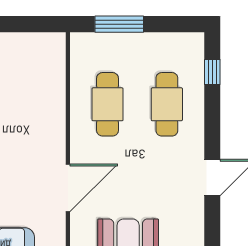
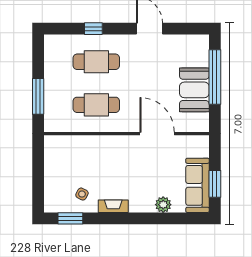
window: (212, 72) -> (93, 29), moved

